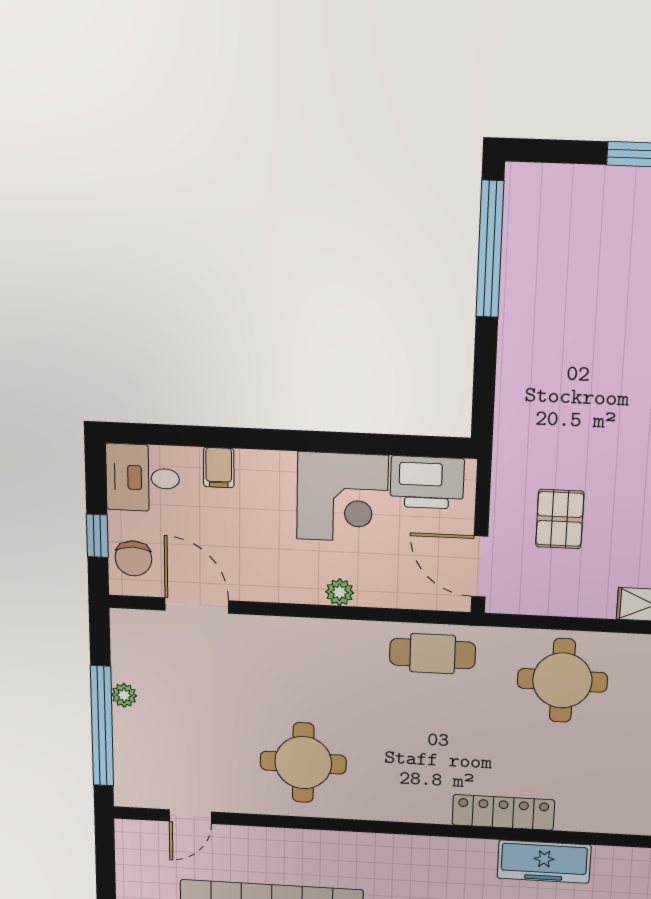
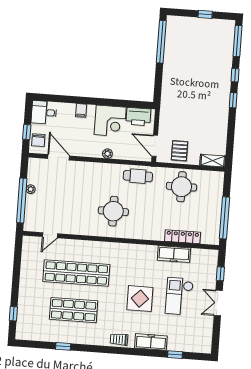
filing cabinet: (219, 468) -> (81, 110), moved
pallet: (560, 519) -> (180, 151), moved
round table: (303, 763) -> (113, 211), moved
locker: (503, 812) -> (183, 237), moved

